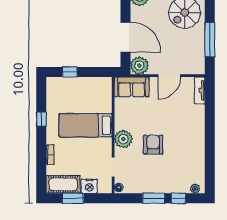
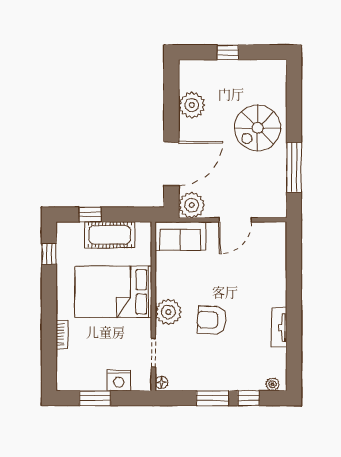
door: (126, 37) -> (171, 164), hinge flipped
tv unit: (200, 90) -> (279, 328), moved
window: (41, 119) -> (49, 254), moved
bed: (86, 125) -> (113, 292), width x1.50
armchair: (153, 145) -> (212, 320), turned -87
cot: (63, 184) -> (110, 235), moved

